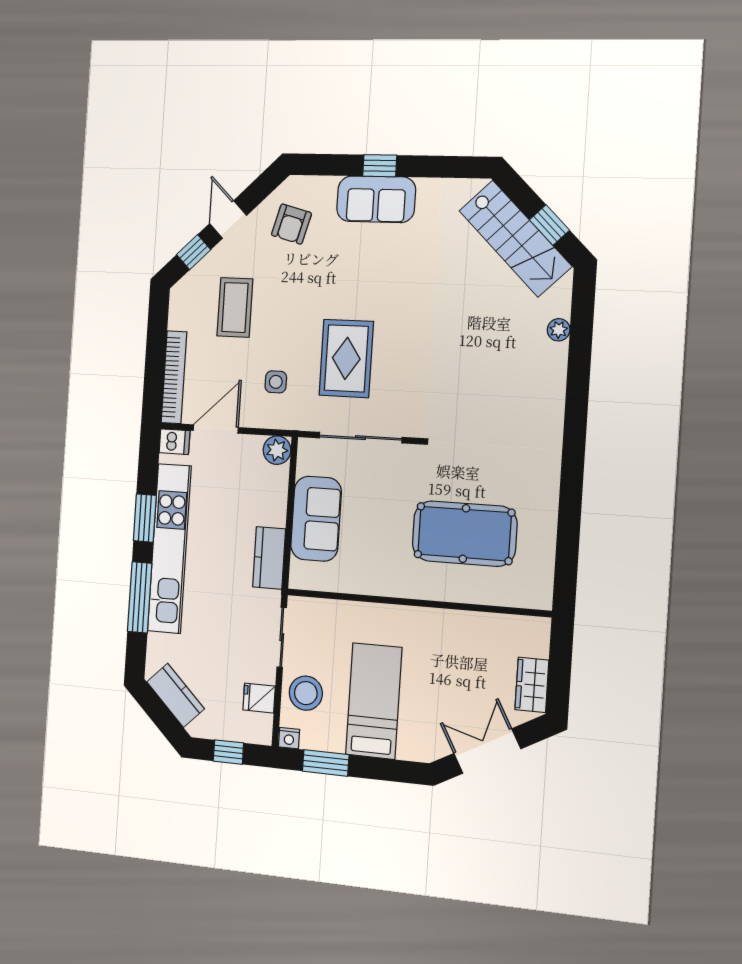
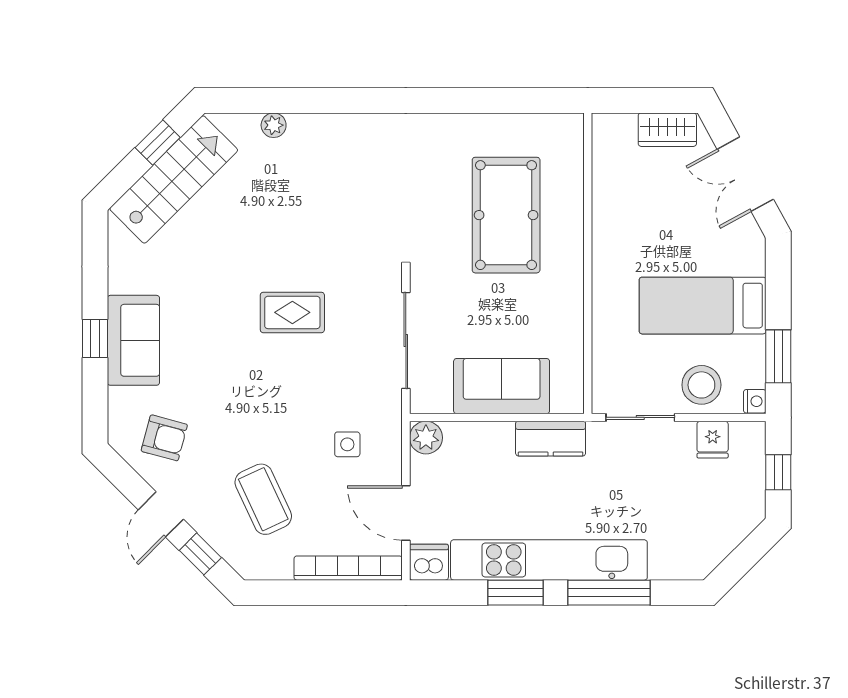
door: (228, 219) -> (161, 514), hinge flipped
coffee table: (235, 307) -> (263, 499), turned 65
rug: (346, 358) -> (292, 312), moved, width x0.73, depth x0.70
dishwasher: (175, 442) -> (429, 562), width x1.38
kitchen counter: (176, 695) -> (719, 541), removed

